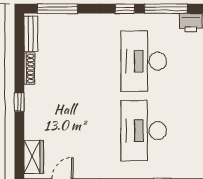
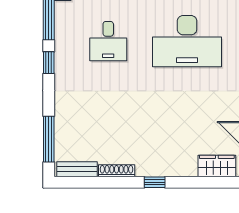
desk: (144, 61) -> (108, 41), width x0.53, depth x0.77

